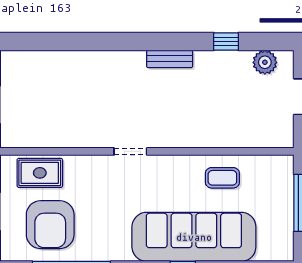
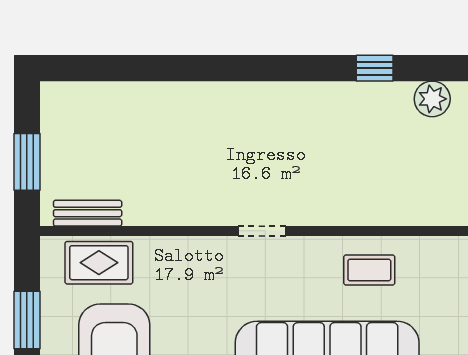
bench: (170, 59) -> (88, 213), moved
doorway: (130, 151) -> (262, 231), moved

